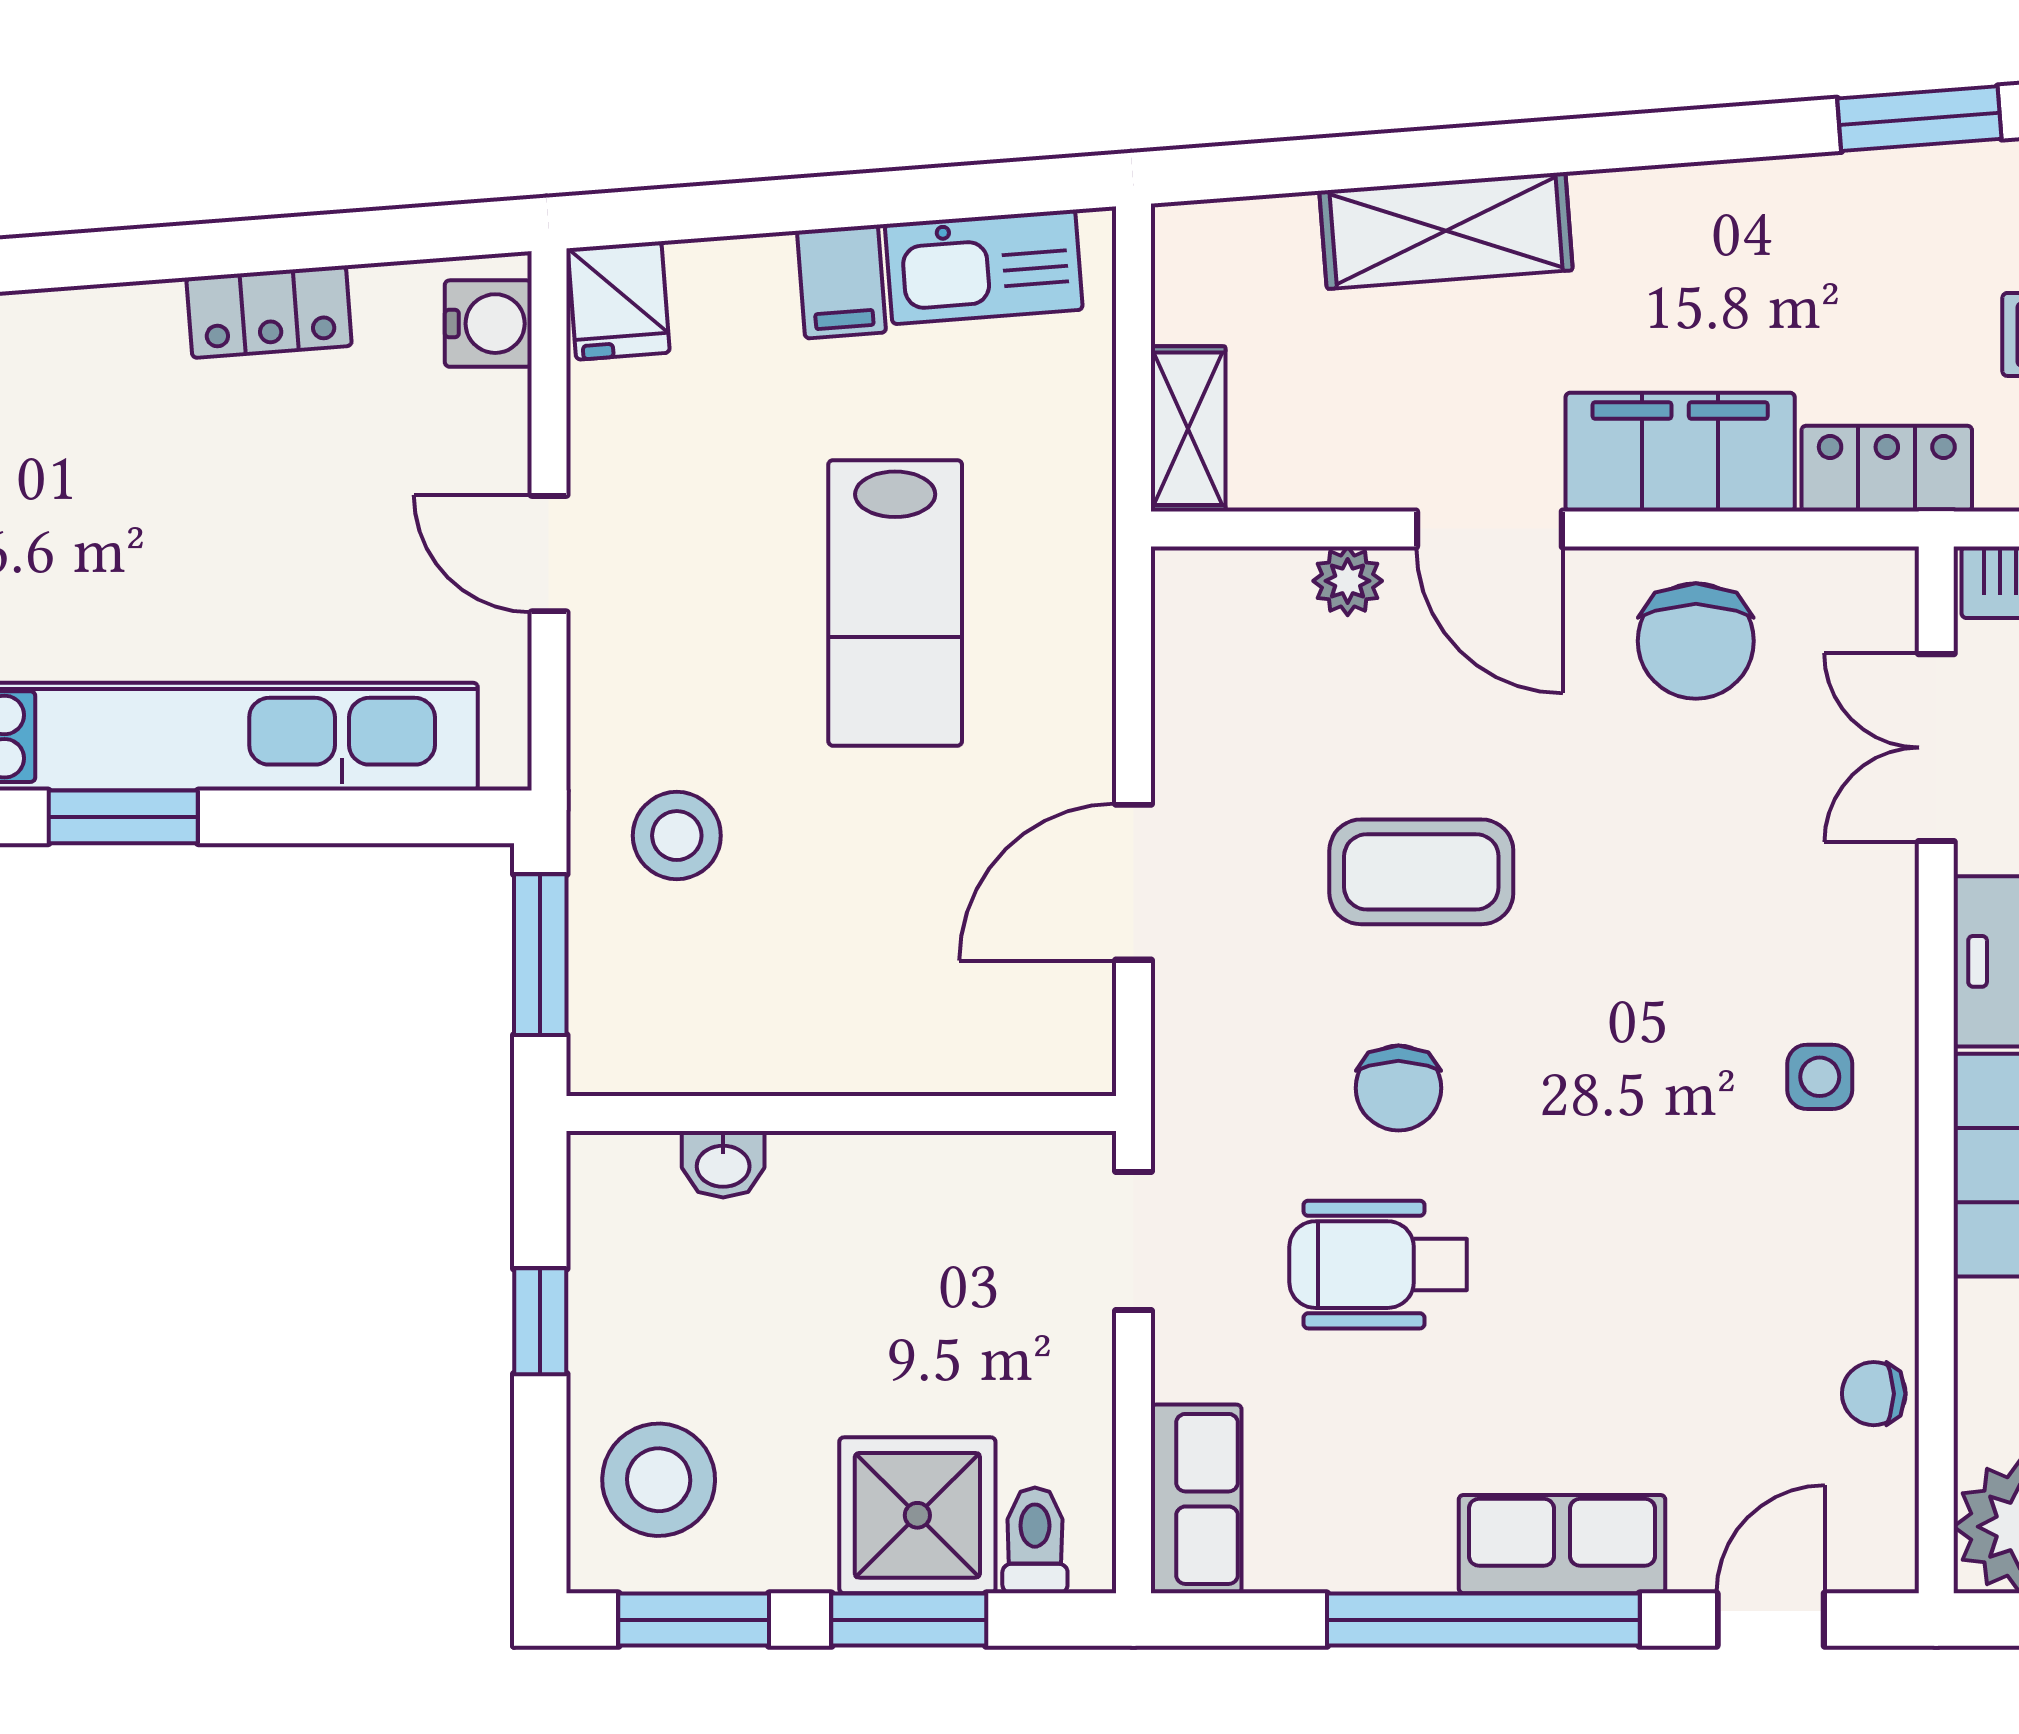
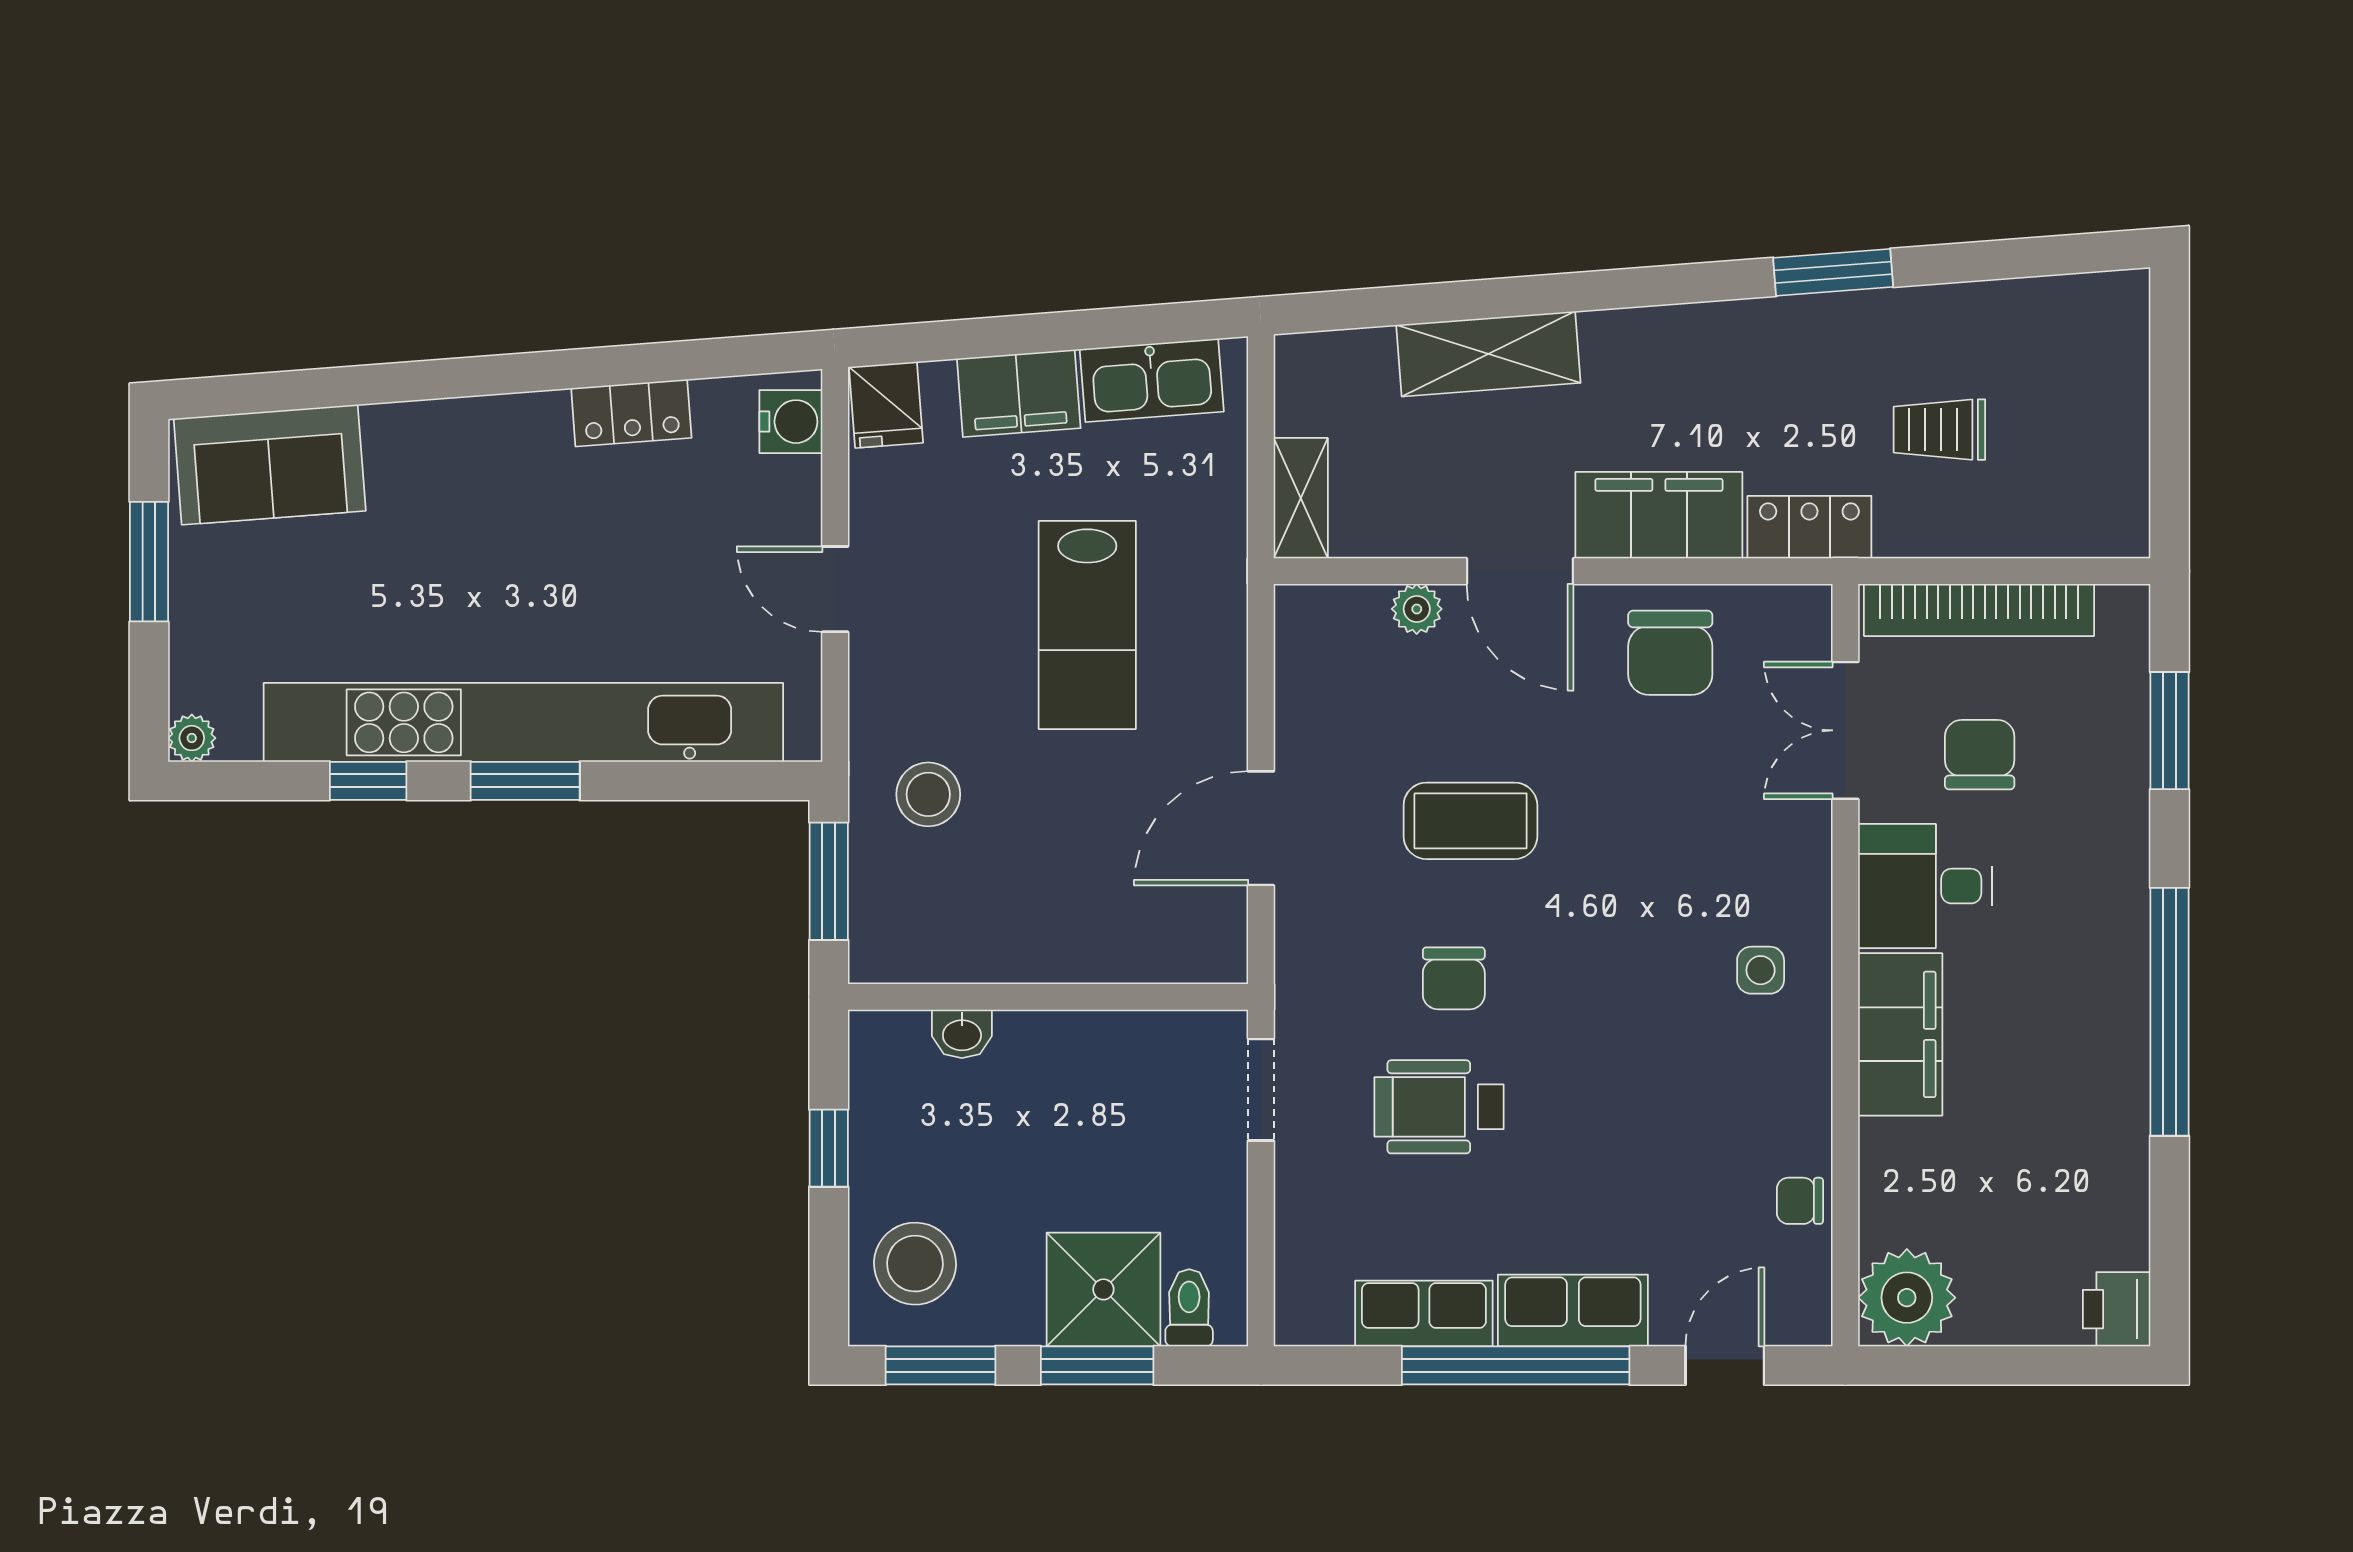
filing cabinet: (842, 282) -> (1019, 393), width x2.00
row of seats: (1196, 1499) -> (1424, 1313), moved, turned -90

